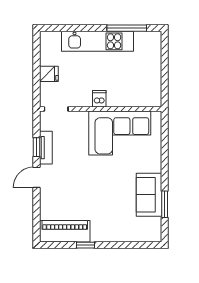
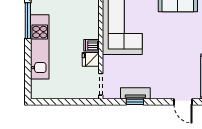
fridge: (49, 74) -> (91, 59), moved, turned -90
door: (36, 177) -> (183, 102), moved

